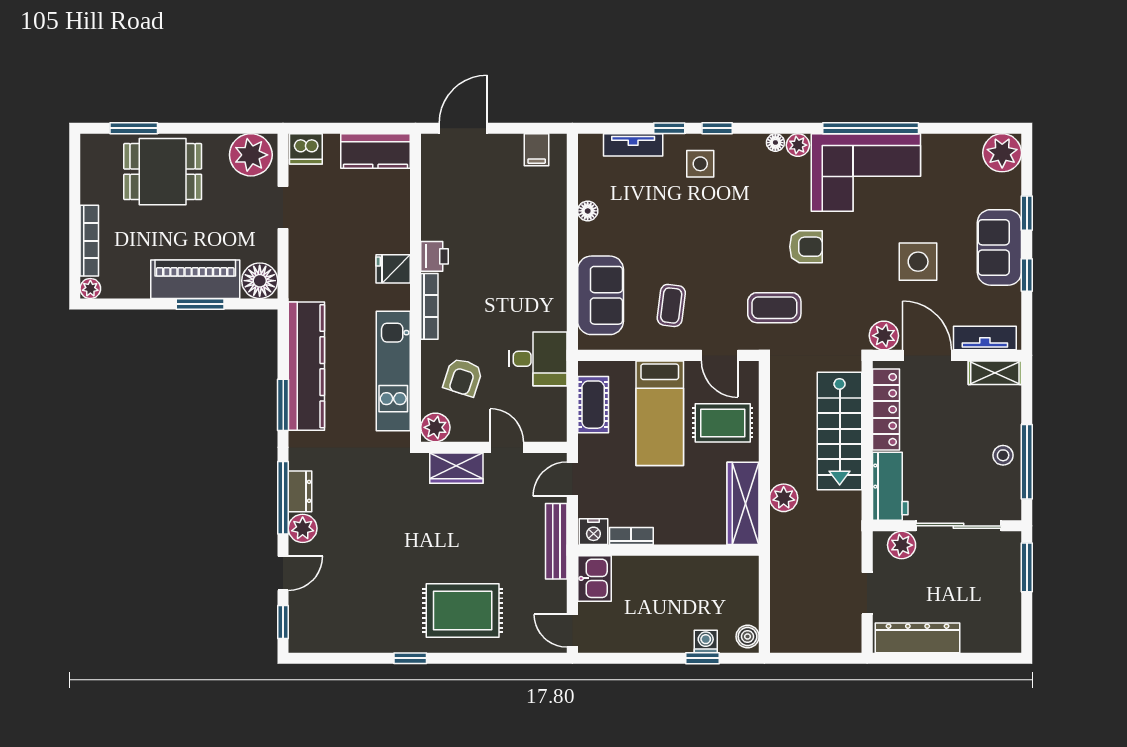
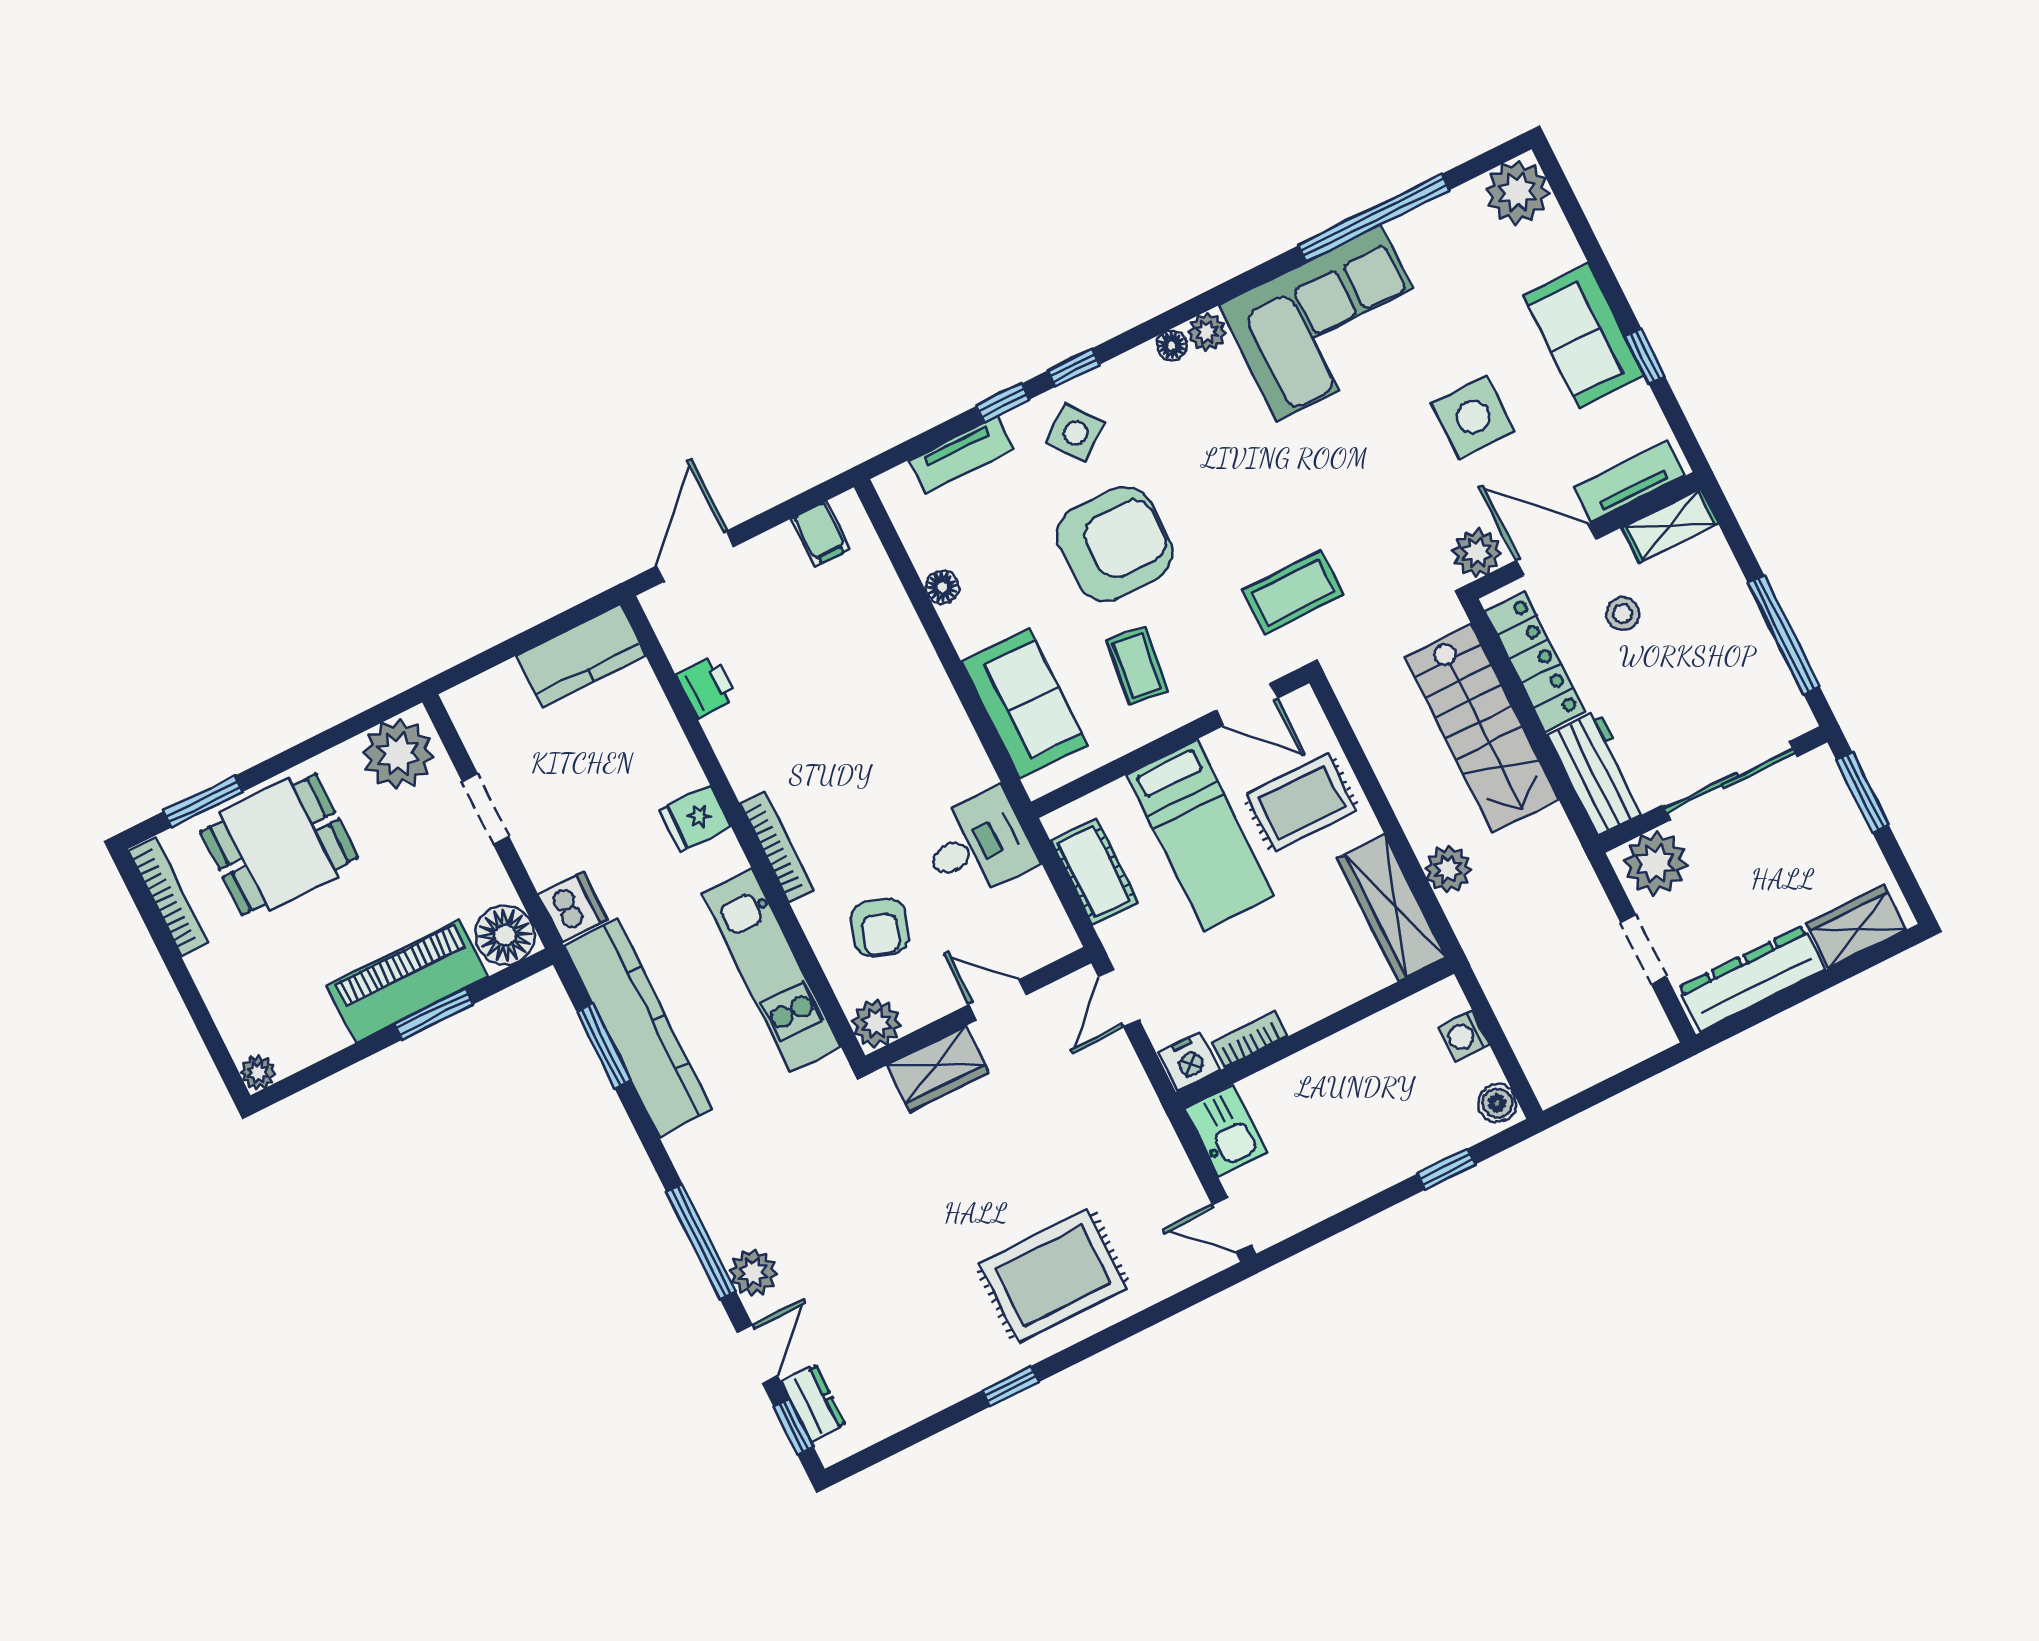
window: (871, 128) -> (1374, 218), moved
dishwasher: (306, 149) -> (573, 907), moved, turned -90
side table: (700, 164) -> (1075, 433), turned -38
window: (1027, 213) -> (1599, 264), removed
bookcase: (89, 241) -> (168, 897), moved
armchair: (806, 247) -> (1115, 544), moved, width x1.88, depth x1.88
printer: (434, 256) -> (707, 687), moved
window: (283, 405) -> (604, 1046), moved
stool: (1003, 455) -> (1623, 614), moved
dresser: (300, 491) -> (813, 1403), moved
bench: (556, 541) -> (1141, 1103), removed
plant: (902, 545) -> (1655, 863), width x1.36, depth x1.36
wardrobe: (988, 638) -> (1856, 926), added
washing machine: (706, 641) -> (1464, 1036), moved, turned -90

